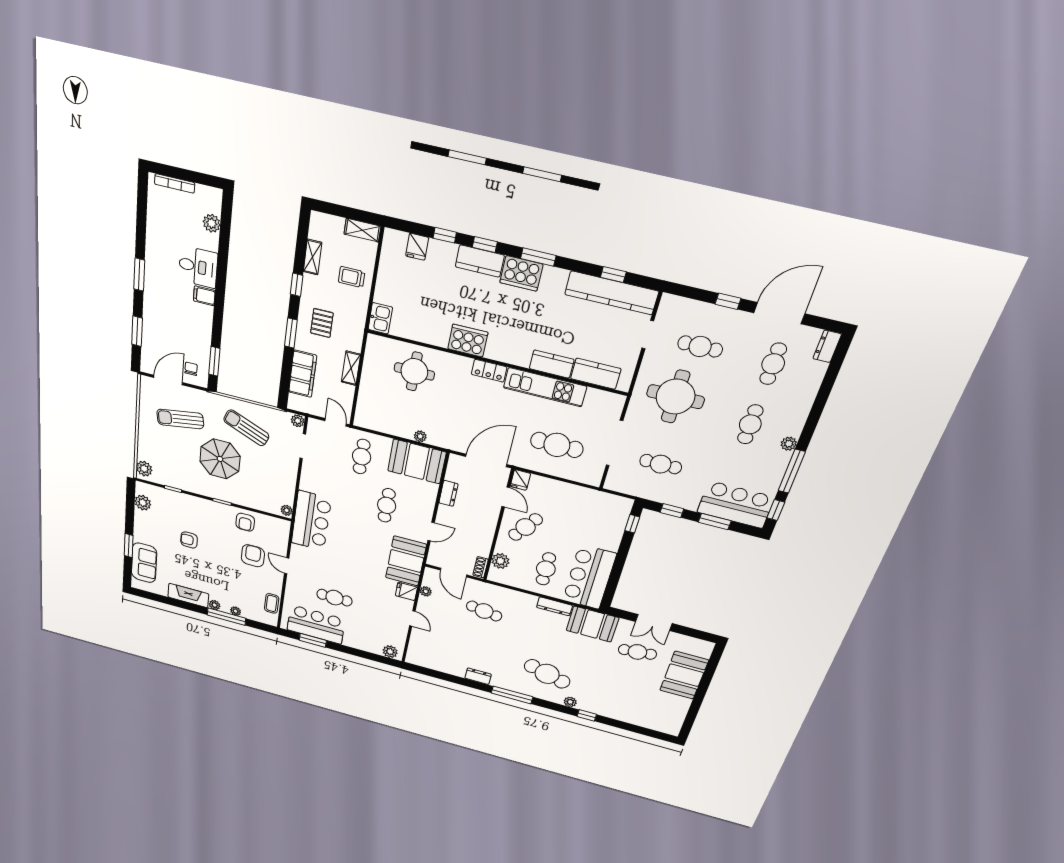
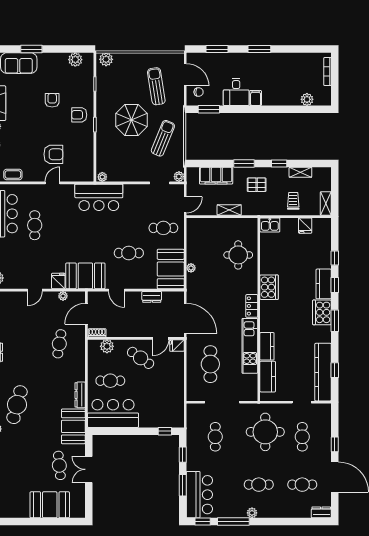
fridge: (417, 247) -> (305, 226), moved, turned -90
desk: (198, 267) -> (236, 92), moved
armchair: (245, 522) -> (79, 115), moved

